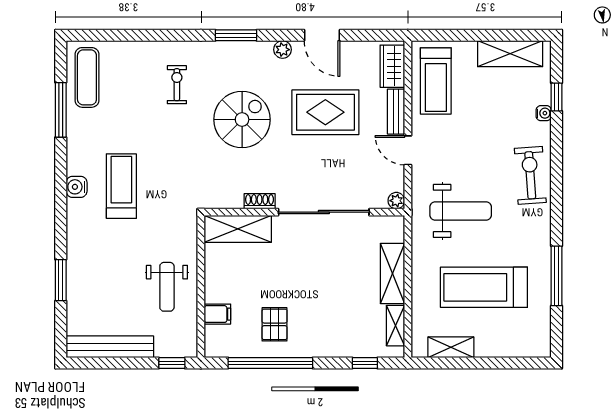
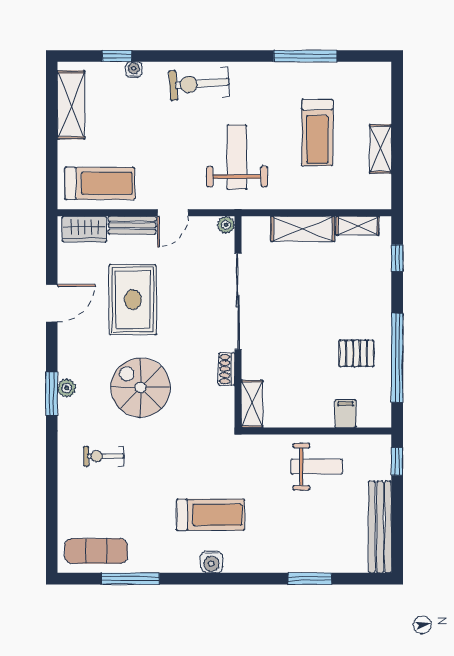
plant: (283, 50) -> (67, 388), moved
treadmill: (121, 186) -> (211, 515), turned 180
shelving: (238, 229) -> (252, 404), width x0.67, depth x0.75
treadmill: (484, 287) -> (317, 133), width x0.73, depth x0.73
shelving: (451, 347) -> (381, 149), moved

